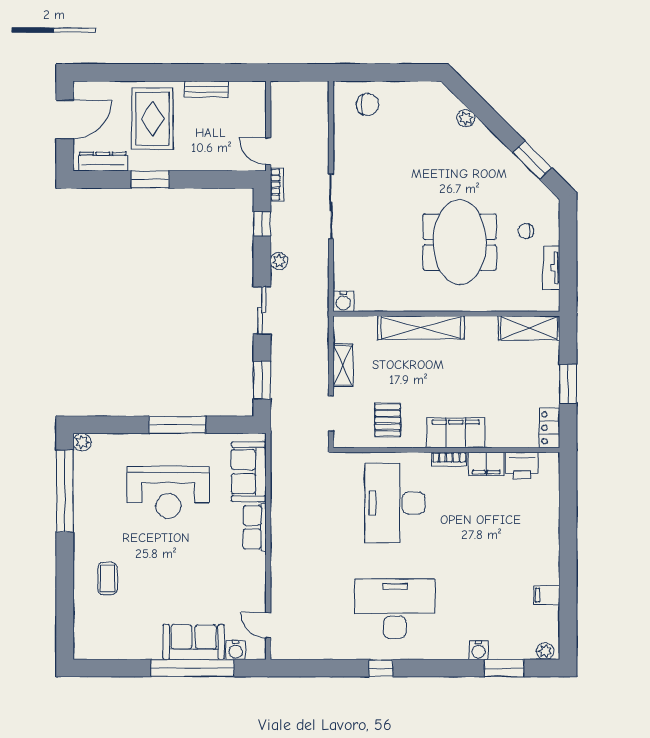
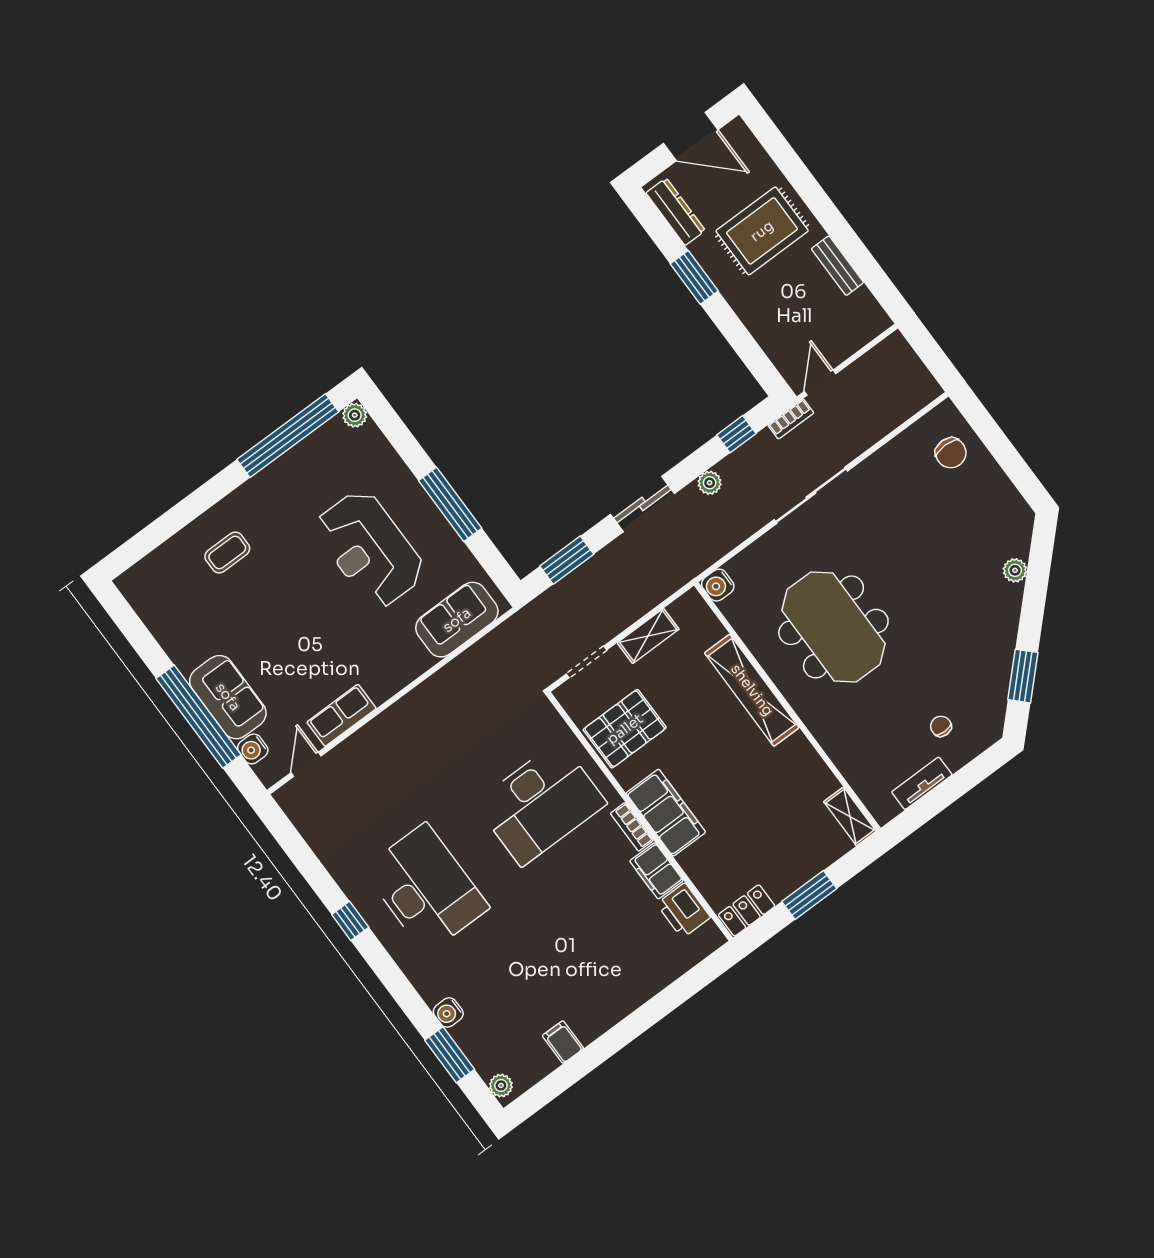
meeting table: (460, 242) -> (833, 627), moved, turned 90
shelving: (529, 328) -> (850, 816), width x0.67, depth x0.75
pallet: (388, 420) -> (625, 729), width x1.50, depth x1.42
desk: (395, 503) -> (541, 803), turned 180
row of seats: (255, 527) -> (342, 715), moved

